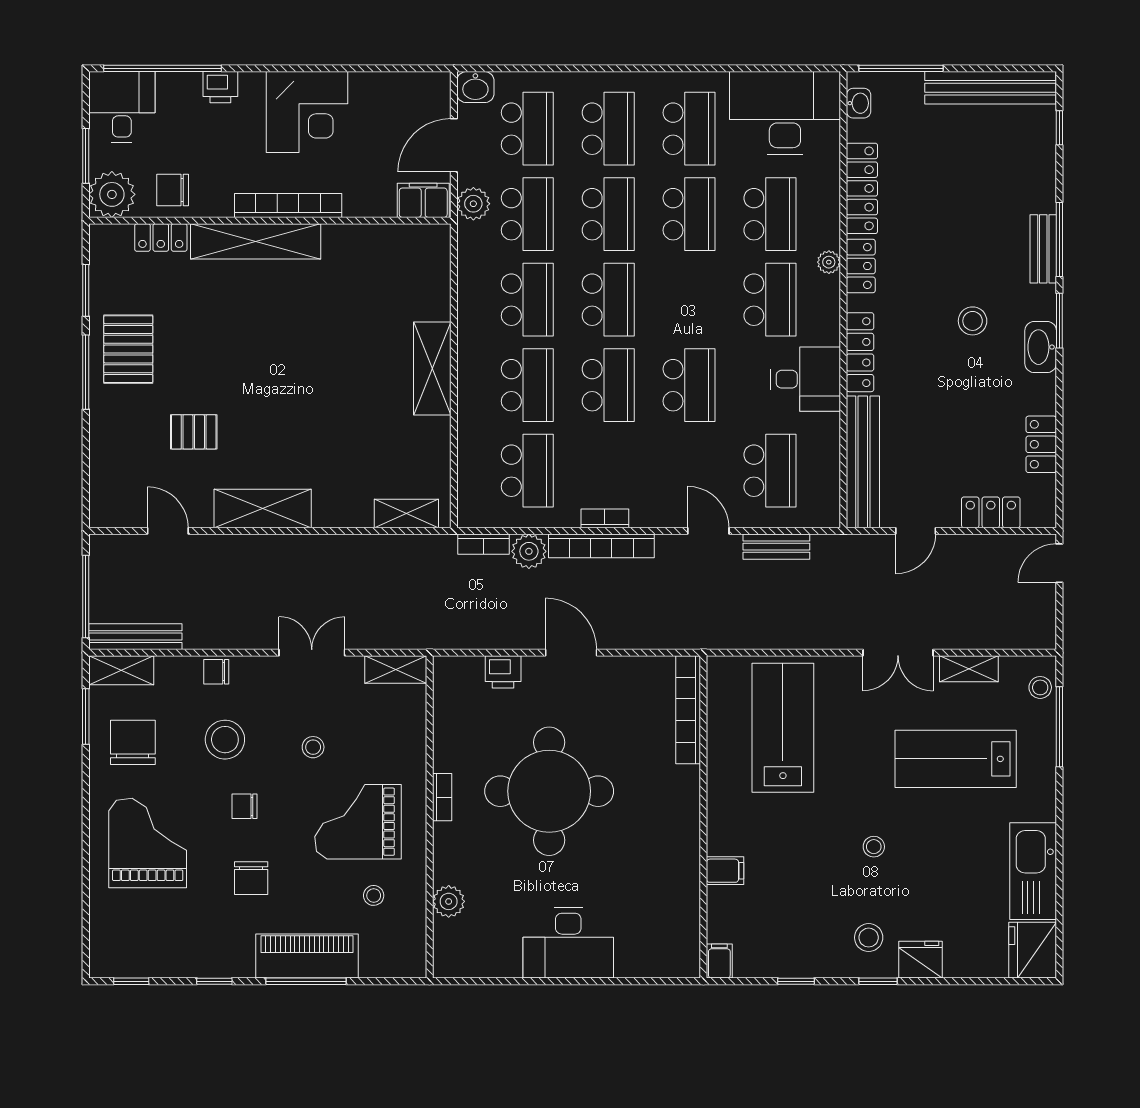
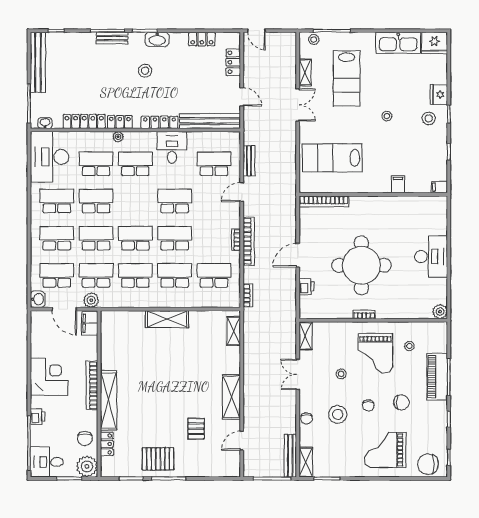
plant: (529, 551) -> (251, 275), removed
chair: (133, 742) -> (428, 464), moved
plant: (449, 901) -> (440, 312), moved

